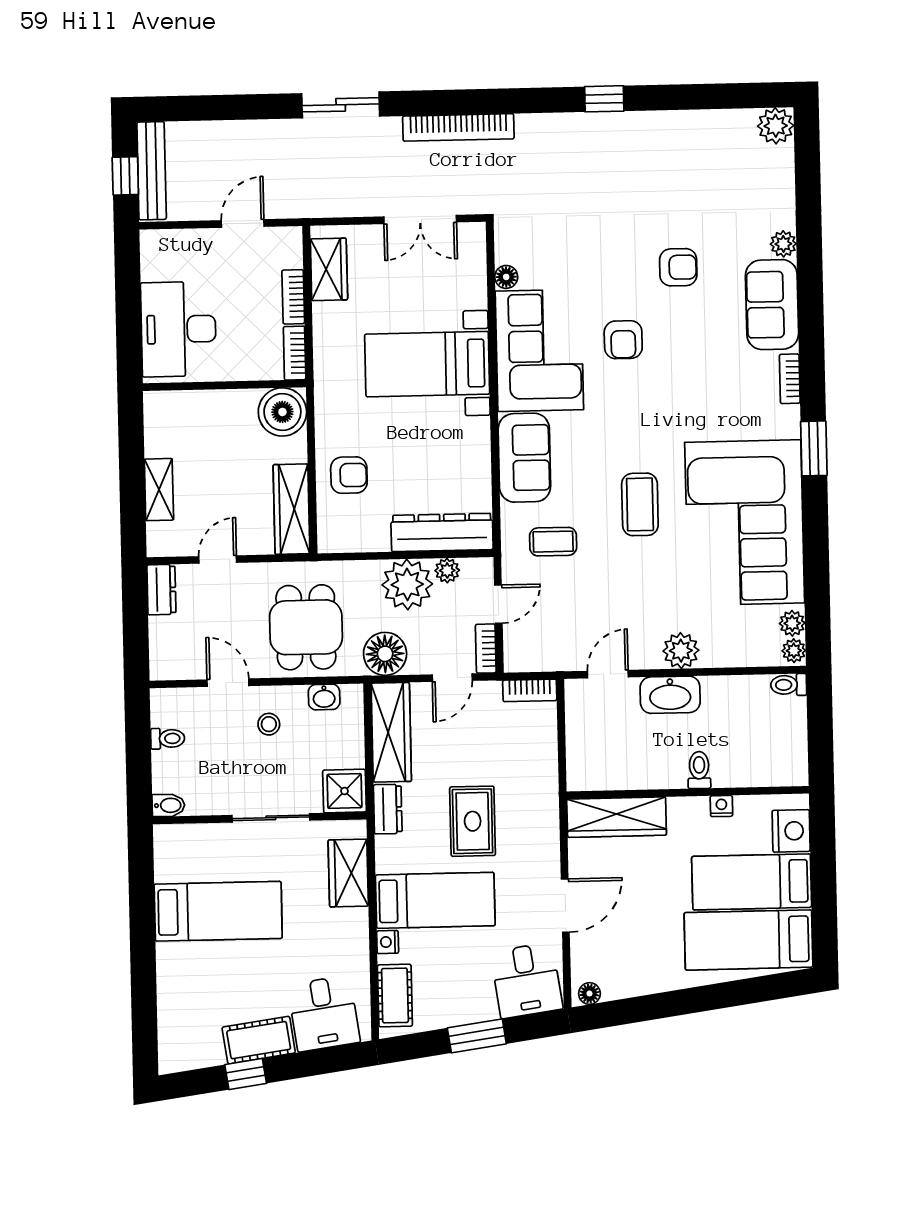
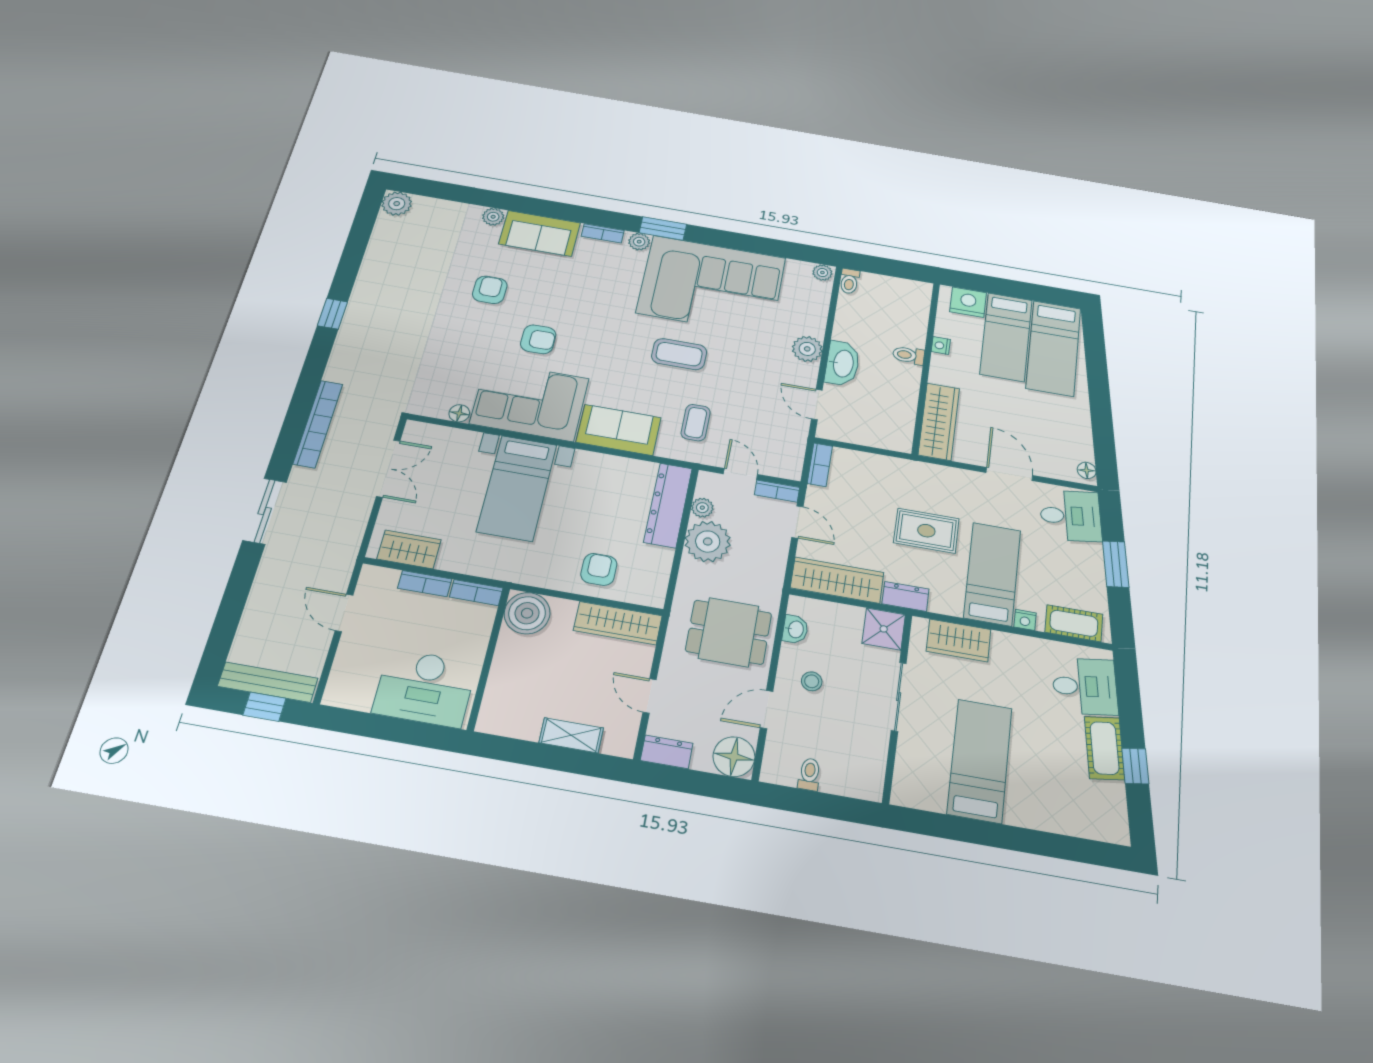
plant: (792, 623) -> (639, 242), moved
floor lamp: (385, 654) -> (734, 757), moved
bidet: (168, 805) -> (873, 786), removed

